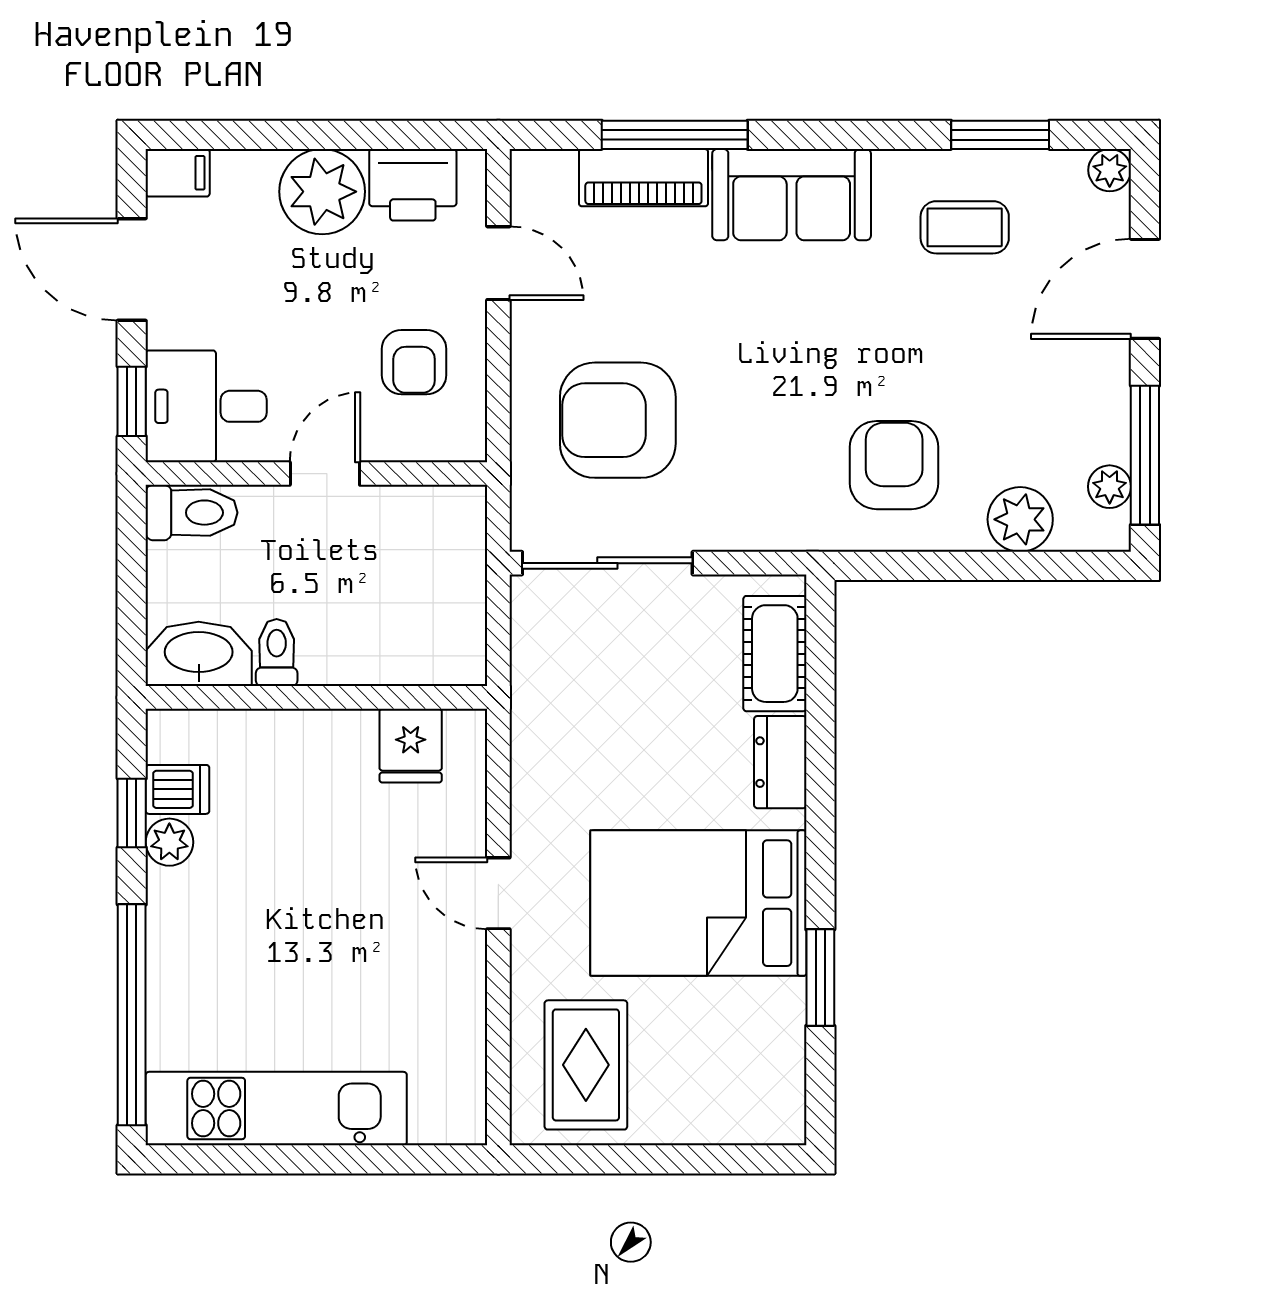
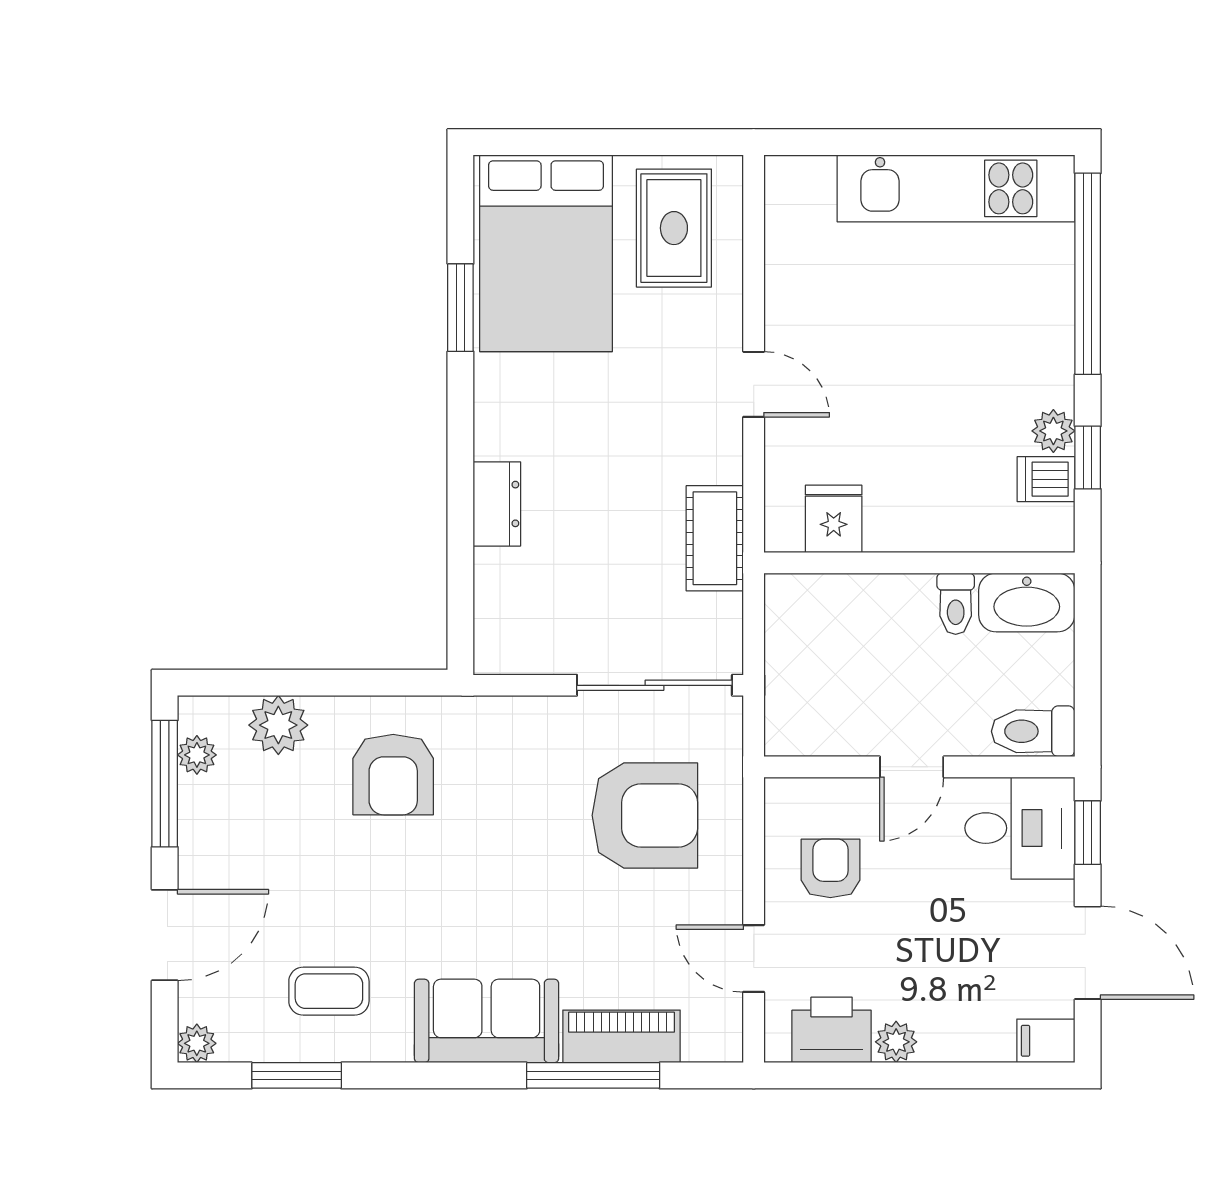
plant: (322, 192) -> (896, 1042), width x0.53, depth x0.53
cot: (775, 654) -> (715, 538), moved
bed: (698, 903) -> (546, 253), moved, turned 90

